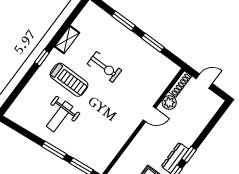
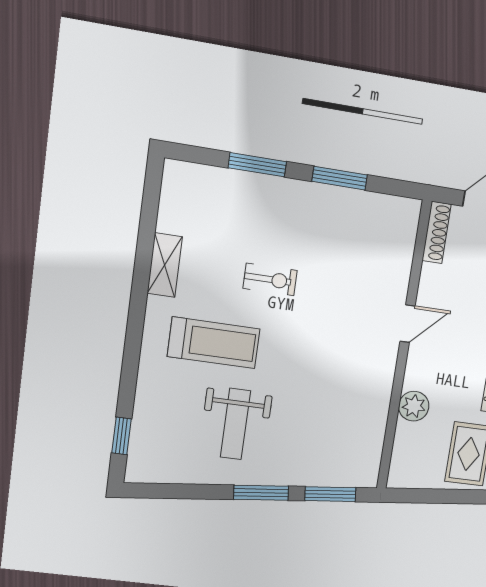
window: (42, 58) -> (121, 436), moved
exercise bike: (104, 67) -> (270, 279), width x0.73, depth x0.72
plant: (169, 103) -> (414, 406), moved

